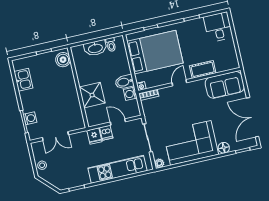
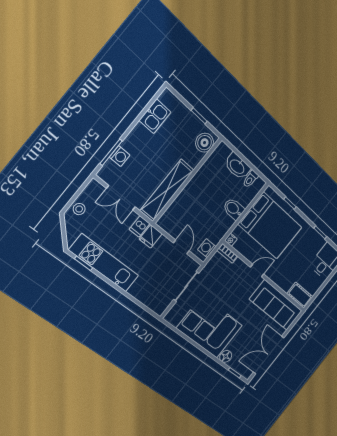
cot: (203, 69) -> (300, 295), moved
bidet: (124, 82) -> (234, 209), moved
sofa: (225, 85) -> (276, 305), width x1.36
washing machine: (130, 94) -> (207, 248), moved
shower: (92, 95) -> (190, 201), removed
shelving: (74, 105) -> (167, 190), added
dishwasher: (106, 133) -> (140, 226), moved
plant: (159, 163) -> (170, 317), removed
kitchen unit: (117, 169) -> (104, 263), moved

